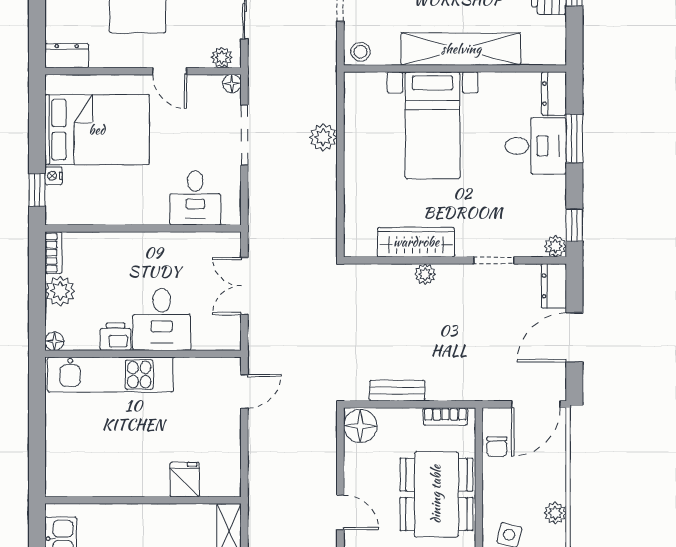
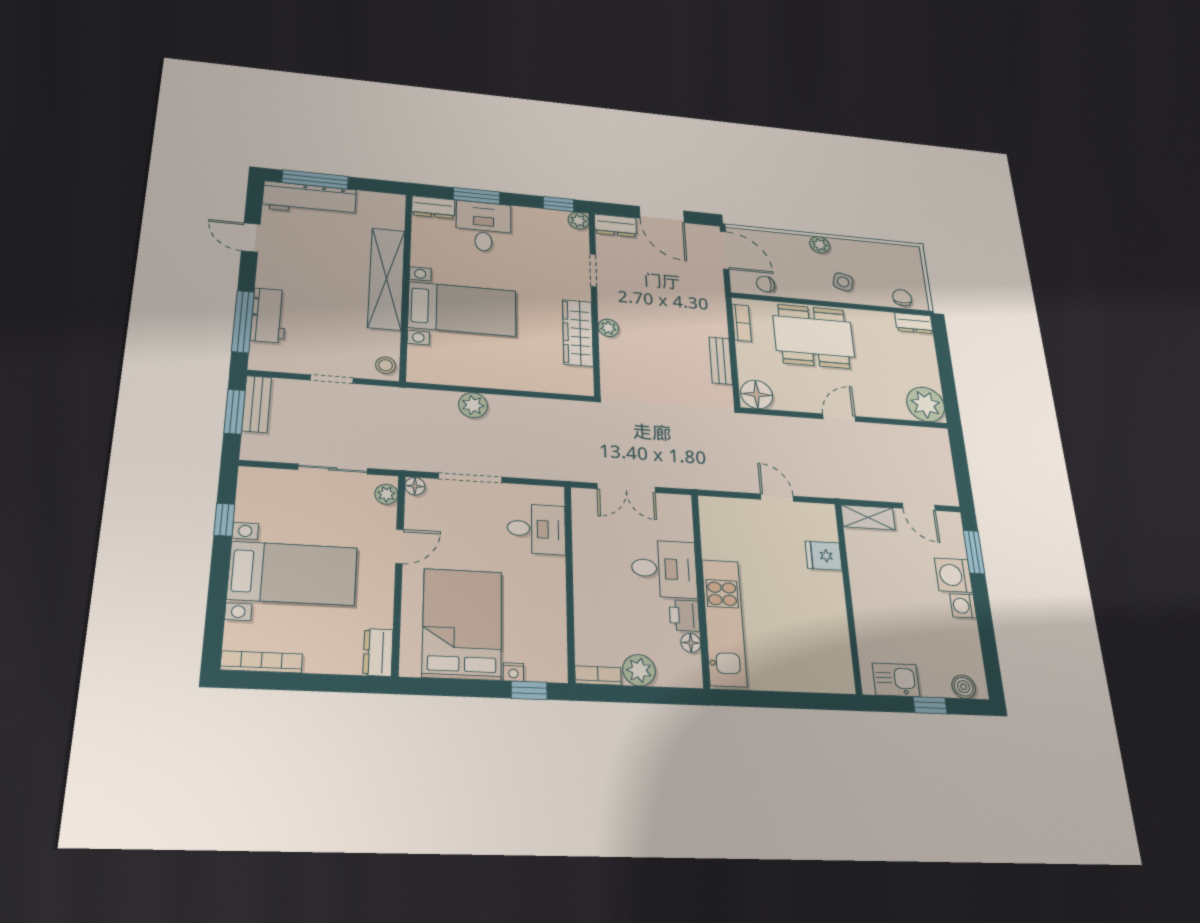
floor lamp: (54, 341) -> (691, 643), moved
door: (244, 391) -> (777, 498), moved
chair: (497, 447) -> (766, 284), turned 180

